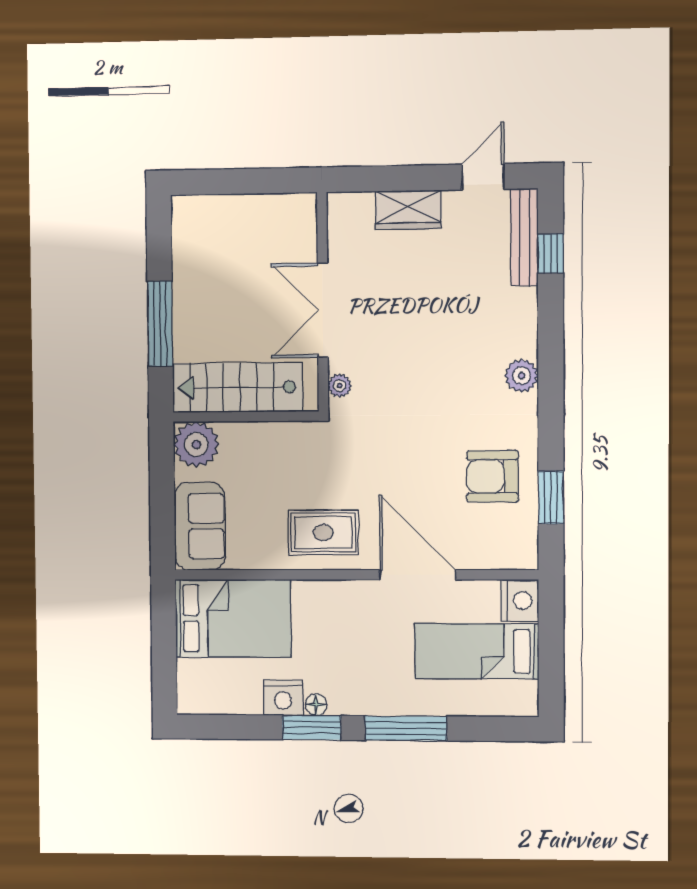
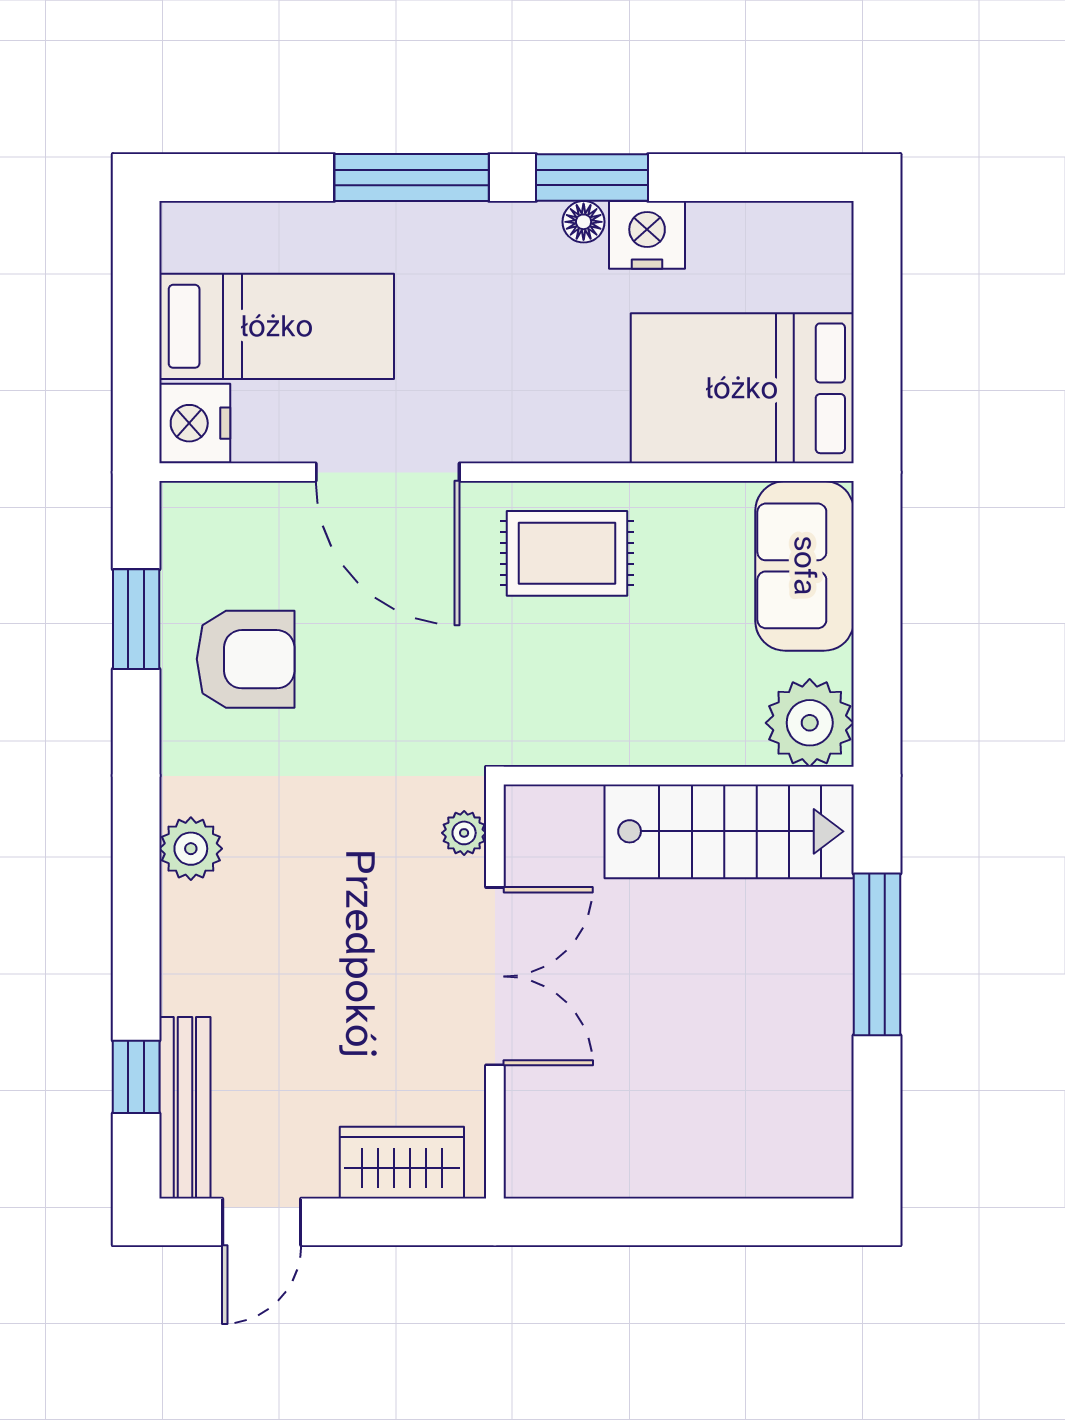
wall: (323, 302) -> (495, 991), moved
double door: (323, 310) -> (495, 976), moved
plant: (340, 386) -> (464, 833), moved

